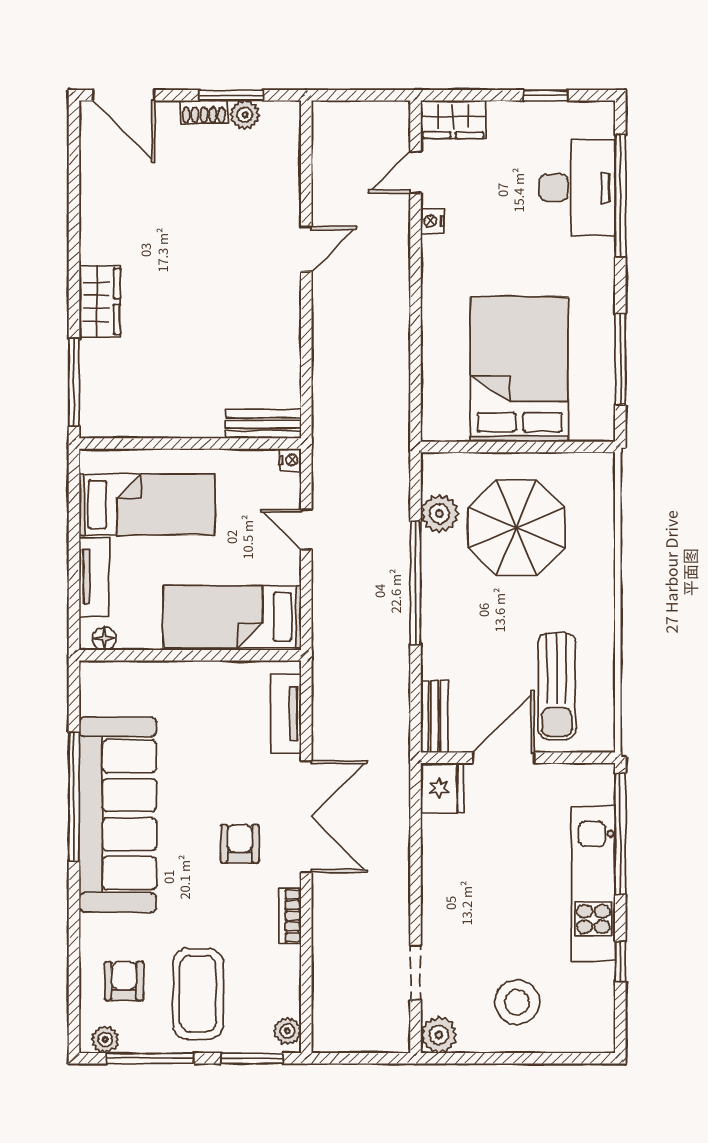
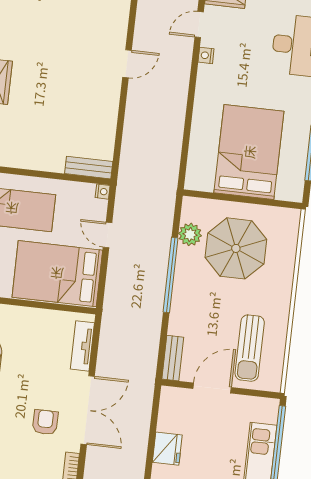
bed: (232, 617) -> (57, 274), width x1.50
fridge: (442, 788) -> (167, 449), moved

